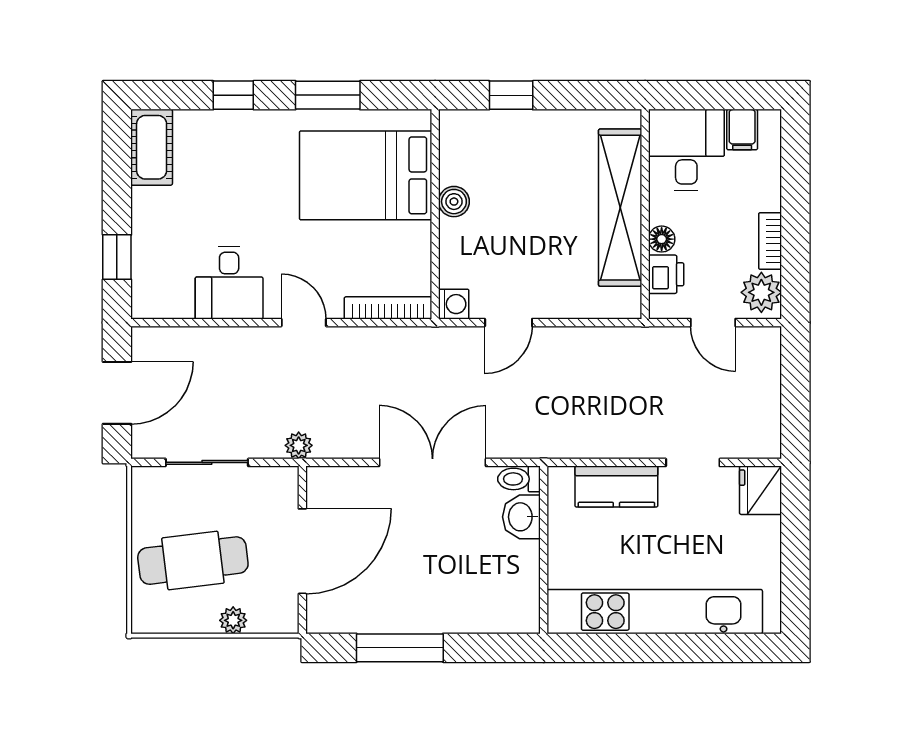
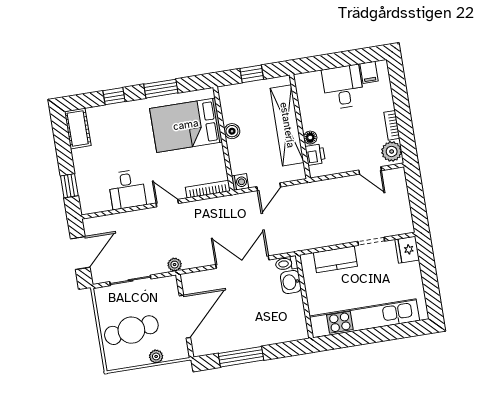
shelving: (620, 208) -> (287, 125), moved
wall: (645, 214) -> (300, 127), moved
floor lamp: (662, 239) -> (310, 138), moved
printer: (666, 274) -> (315, 155), moved

